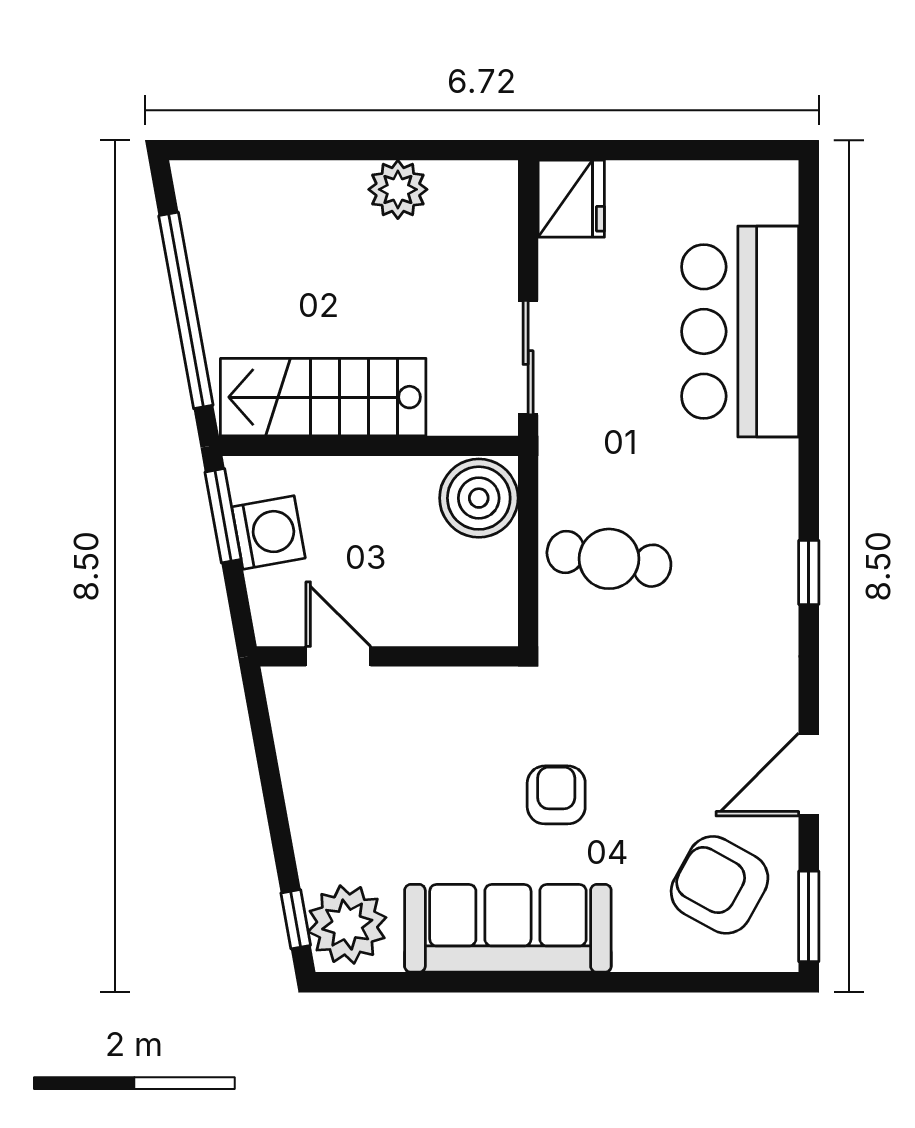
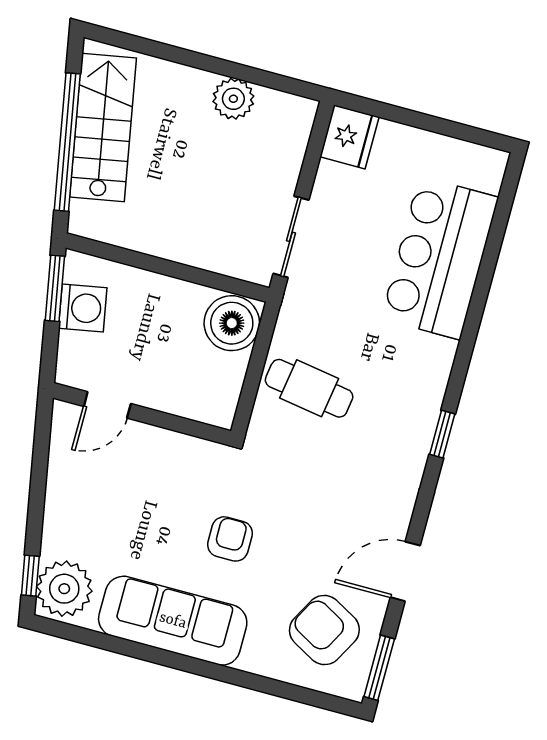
stairs: (323, 397) -> (103, 127), moved, turned 80
door: (338, 656) -> (107, 405), swing flipped

